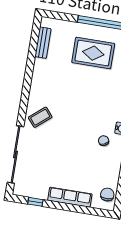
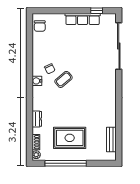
coffee table: (40, 117) -> (63, 79), moved
row of seats: (70, 197) -> (83, 19), moved

